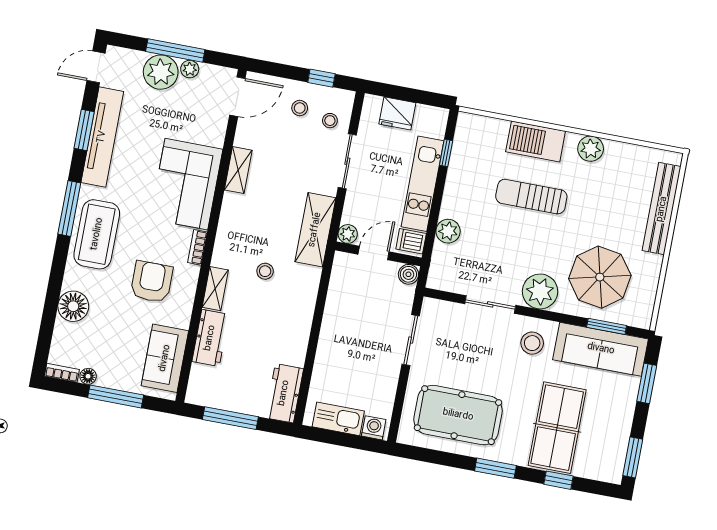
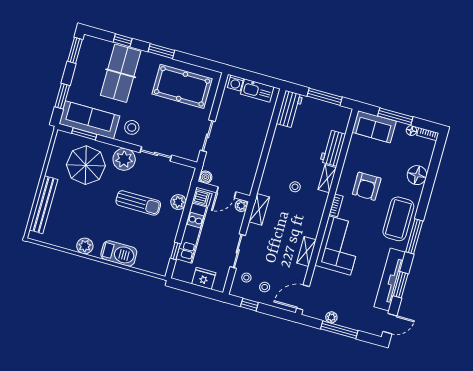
plant: (161, 72) -> (350, 317), removed
sun lounger: (531, 197) -> (138, 203), moved
shelving: (315, 230) -> (259, 209), width x0.67, depth x0.75
sofa: (165, 358) -> (374, 127), moved, turned 90

